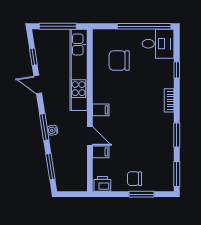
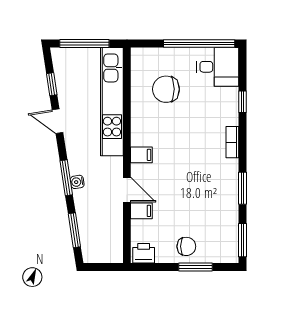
chair: (134, 179) -> (186, 246), turned 180

